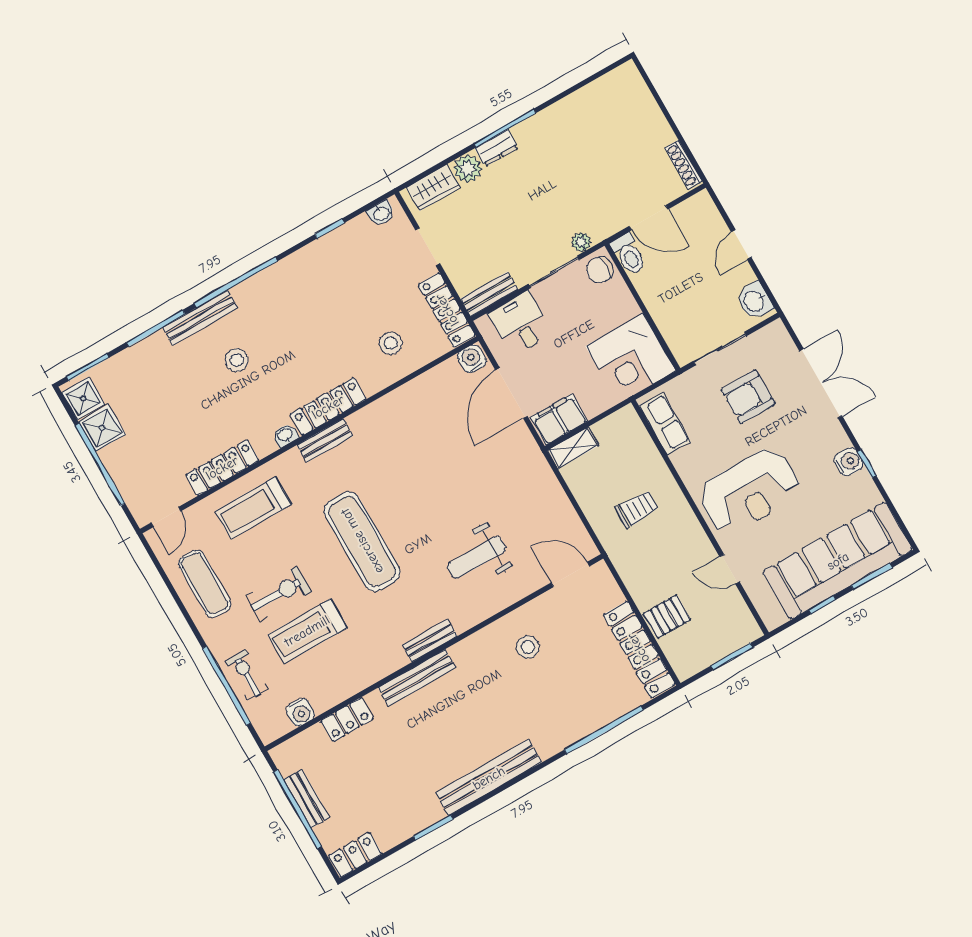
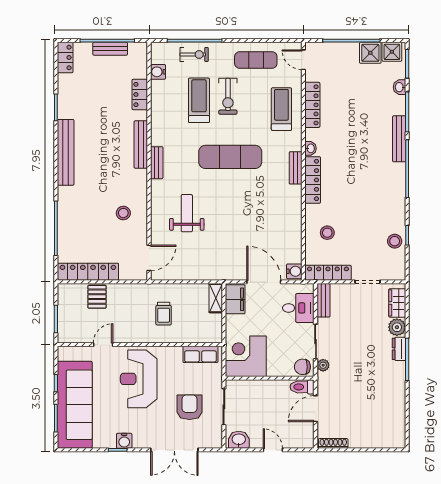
washbasin: (381, 213) -> (400, 87), moved
chair: (600, 270) -> (302, 367), turned -90
stool: (237, 360) -> (395, 241), moved

